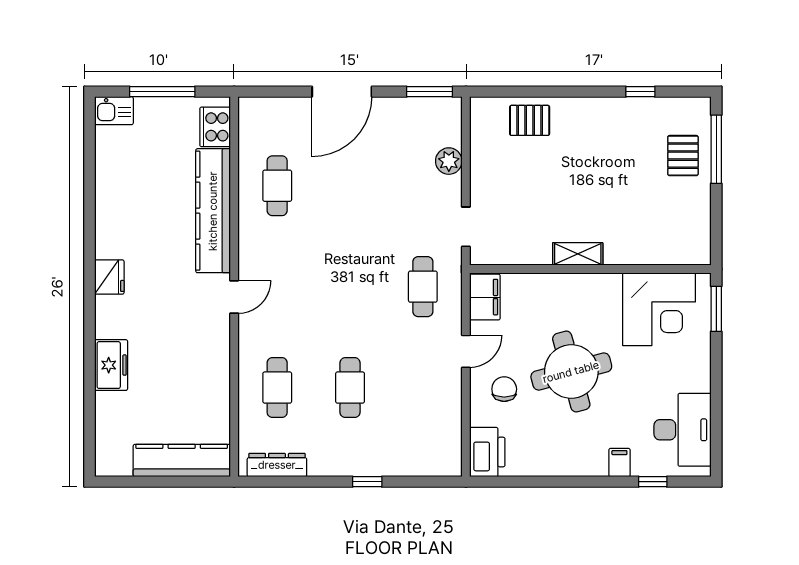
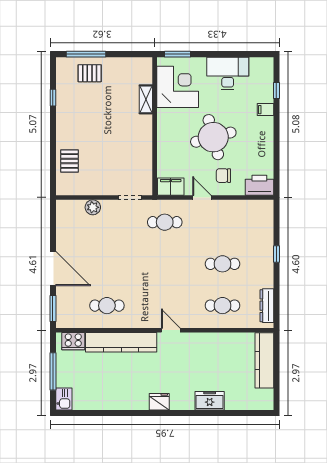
window: (429, 92) -> (53, 308), moved
shelving: (578, 254) -> (146, 99), moved
desk: (683, 430) -> (228, 73), moved

